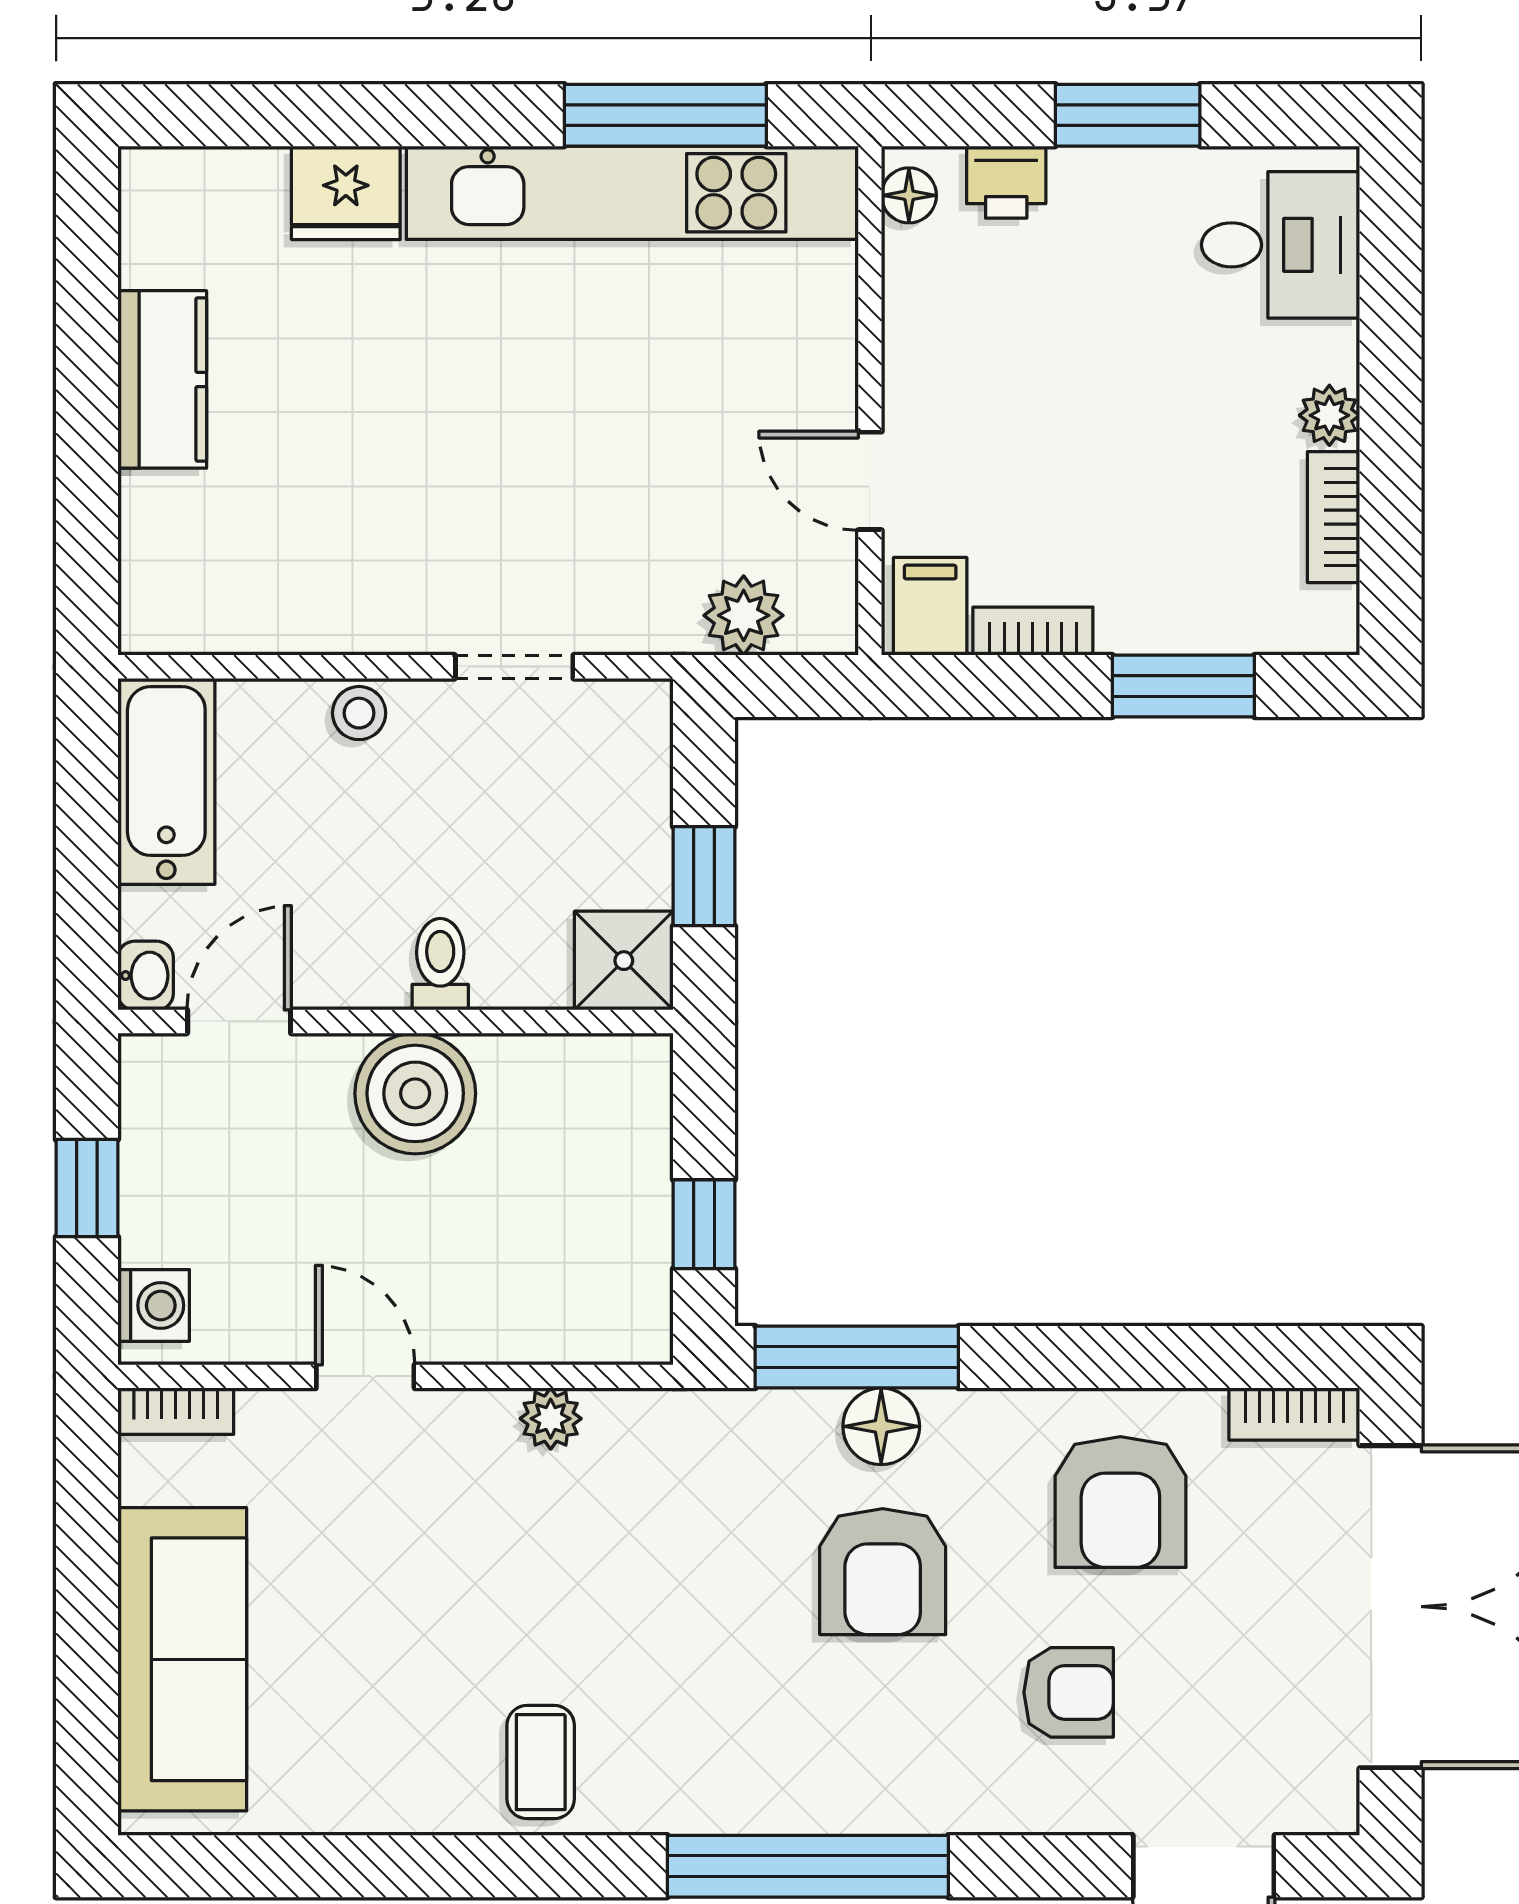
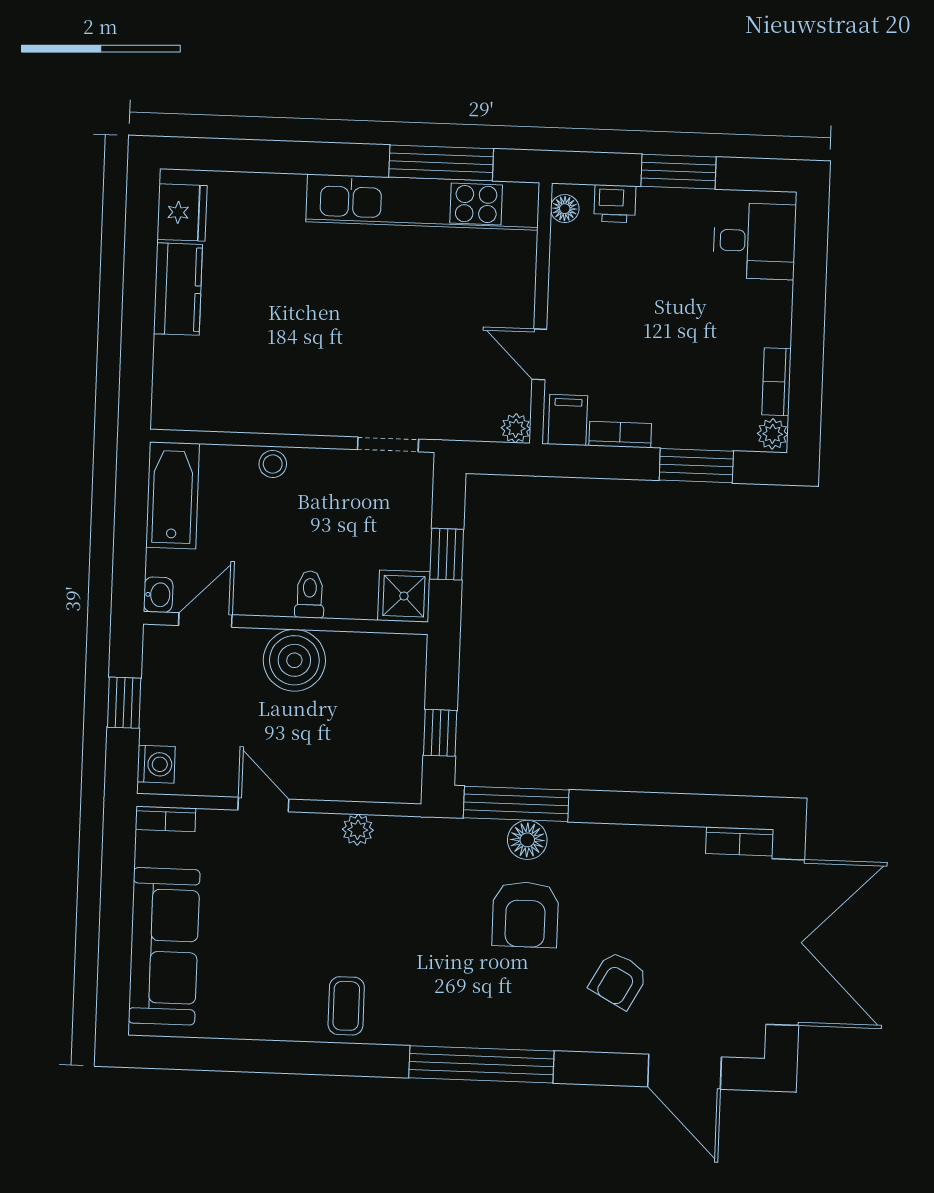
fridge: (346, 193) -> (182, 213), moved, turned -90
plant: (1329, 415) -> (773, 434), moved
plant: (744, 615) -> (516, 428), moved, width x0.73, depth x0.73
doorway: (514, 667) -> (388, 444), moved
armchair: (1120, 1502) -> (649, 883), removed
armchair: (1069, 1692) -> (618, 980), turned 119

